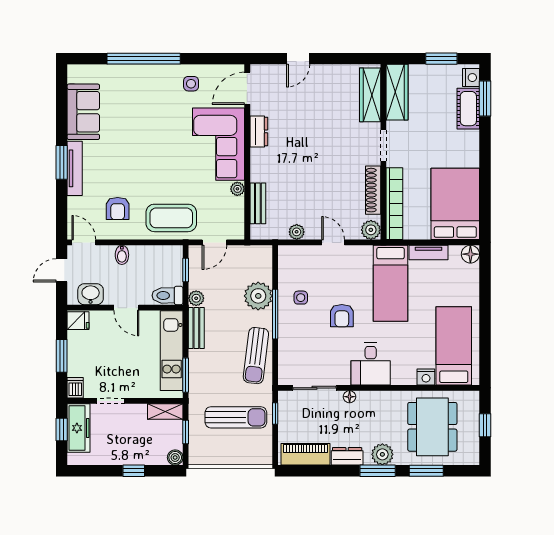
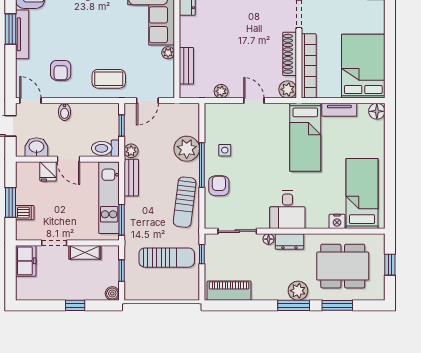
coffee table: (171, 218) -> (109, 79), width x0.73, depth x0.76
armchair: (342, 316) -> (219, 186), moved, turned 180
fridge: (78, 321) -> (48, 171), moved, turned 90
dishwasher: (75, 388) -> (25, 213), moved, turned 90
shelving: (165, 412) -> (85, 252), moved
dining table: (432, 427) -> (343, 266), turned 90
freezer: (79, 428) -> (26, 261), width x0.71
window: (62, 429) -> (10, 268), removed
dresser: (347, 456) -> (289, 242), moved, turned 180

